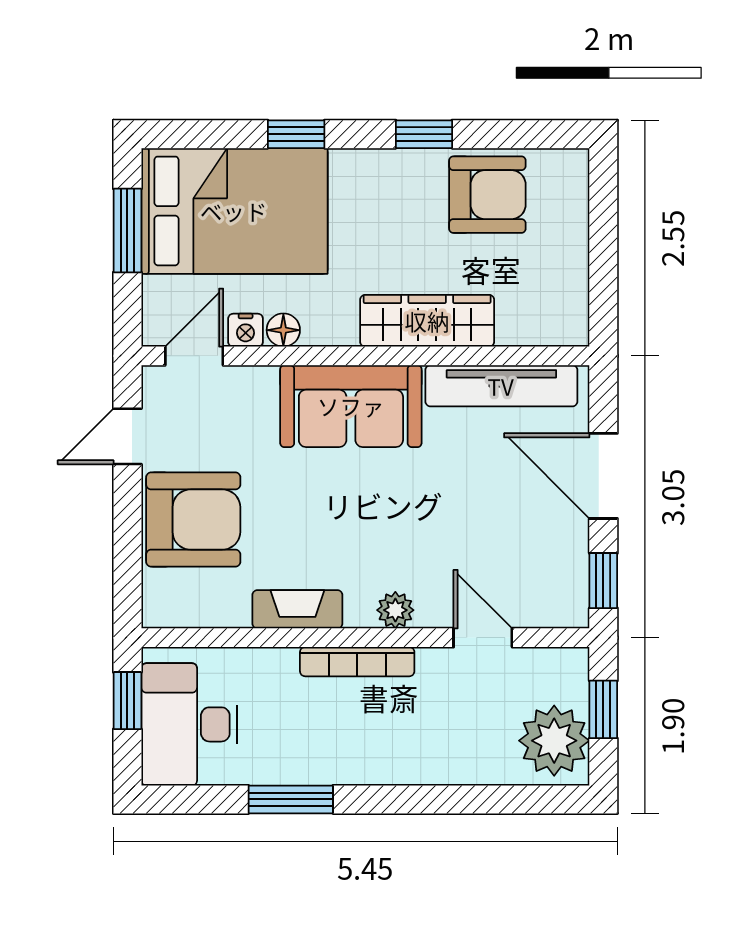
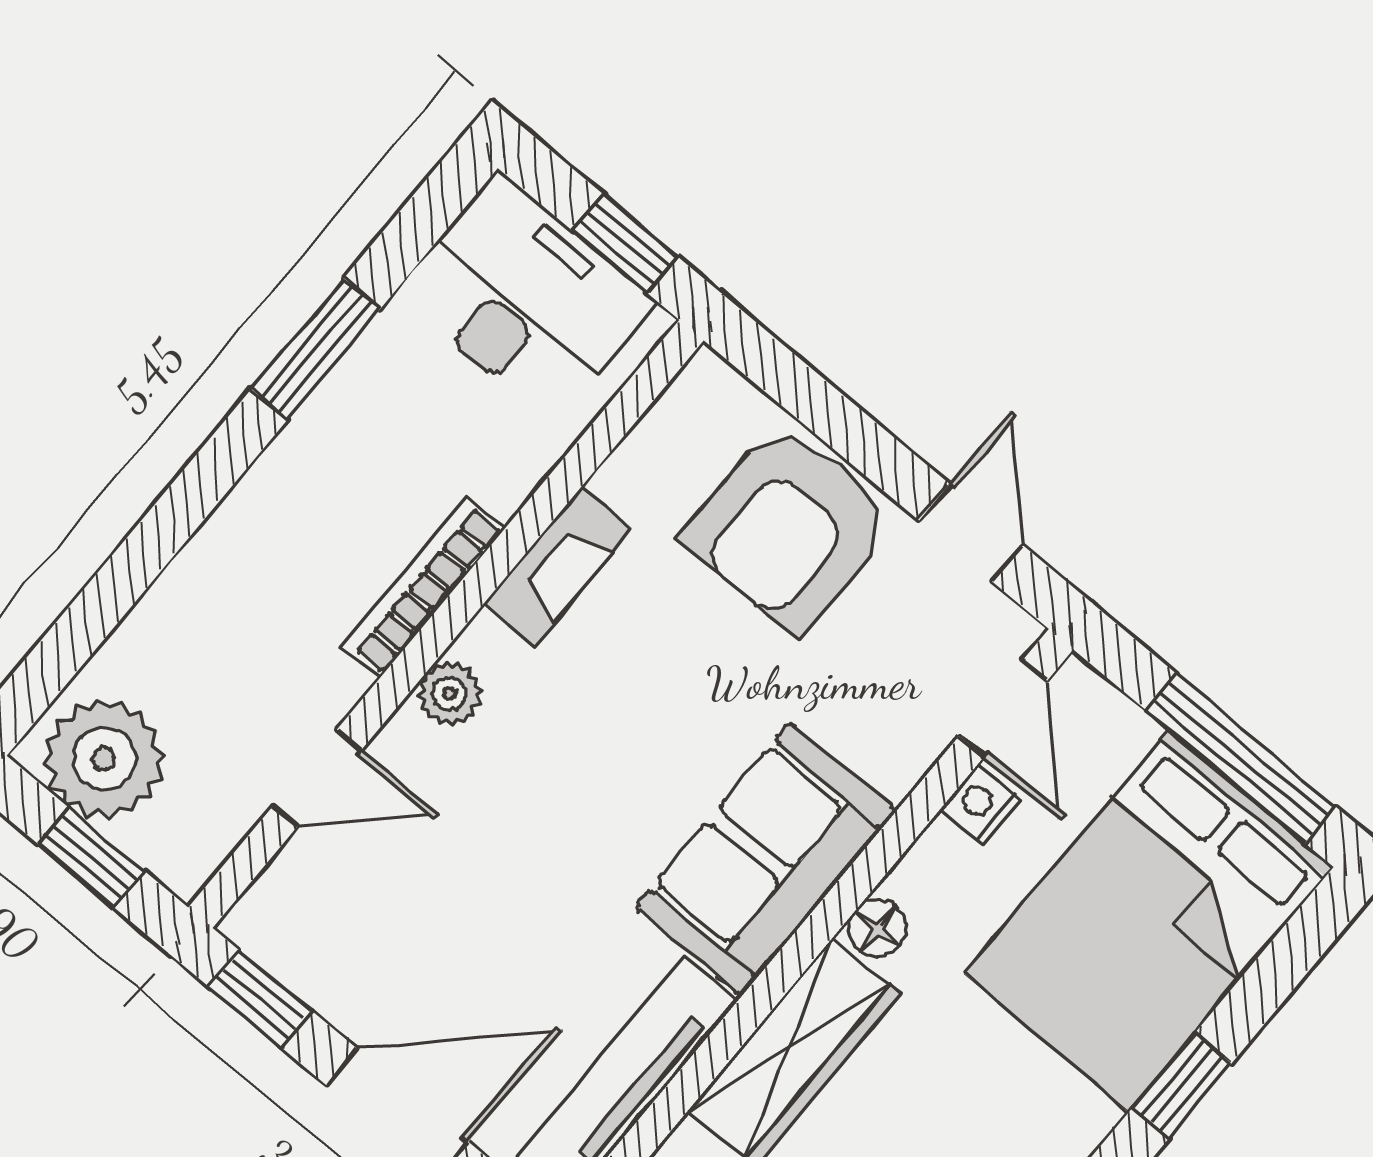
window: (127, 231) -> (1241, 758), width x1.44
floor lamp: (283, 330) -> (877, 928), moved

